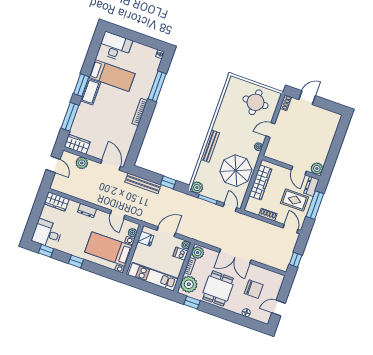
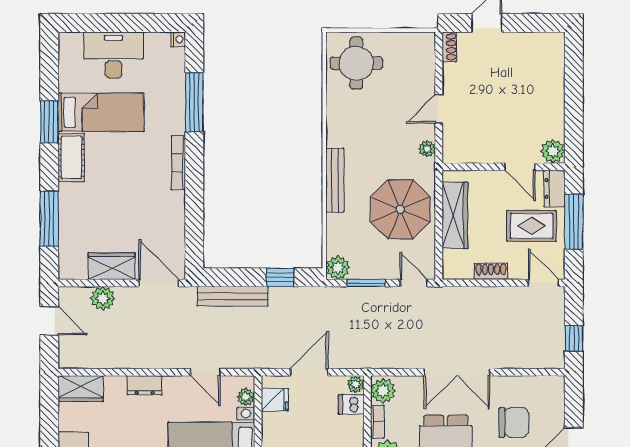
desk: (115, 47) -> (113, 55), moved
window: (81, 85) -> (49, 122), moved
round table: (255, 102) -> (356, 63), moved
wardrobe: (77, 144) -> (112, 266), moved

